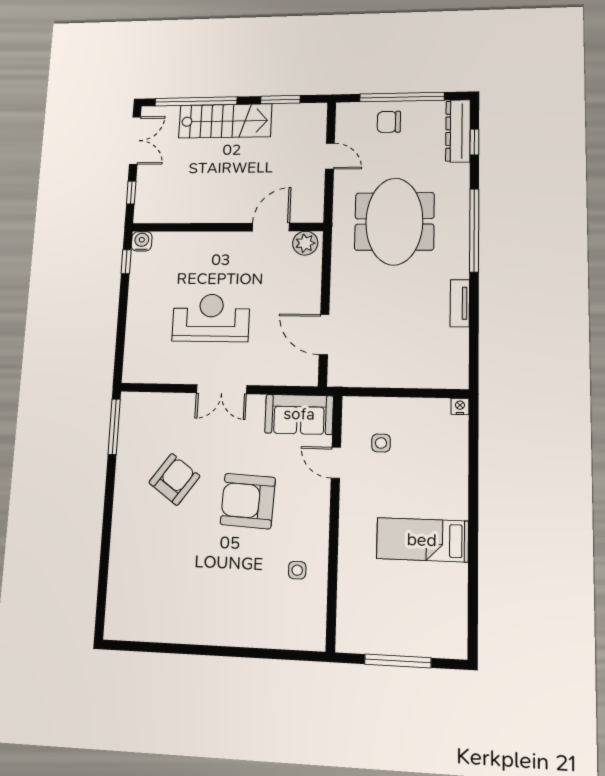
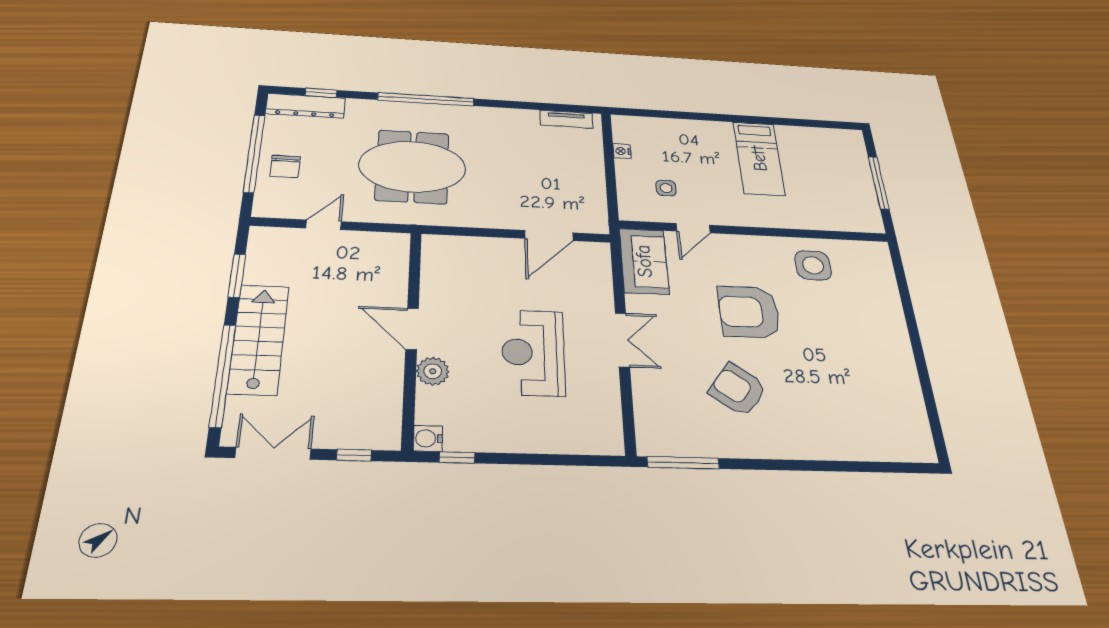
door: (271, 227) -> (412, 329), moved
plant: (305, 243) -> (433, 371), moved
tv unit: (460, 303) -> (566, 119), moved
nightstand: (460, 406) -> (622, 151), moved
armchair: (248, 501) -> (749, 312), turned 87
side table: (297, 570) -> (813, 265), width x1.87, depth x1.87

